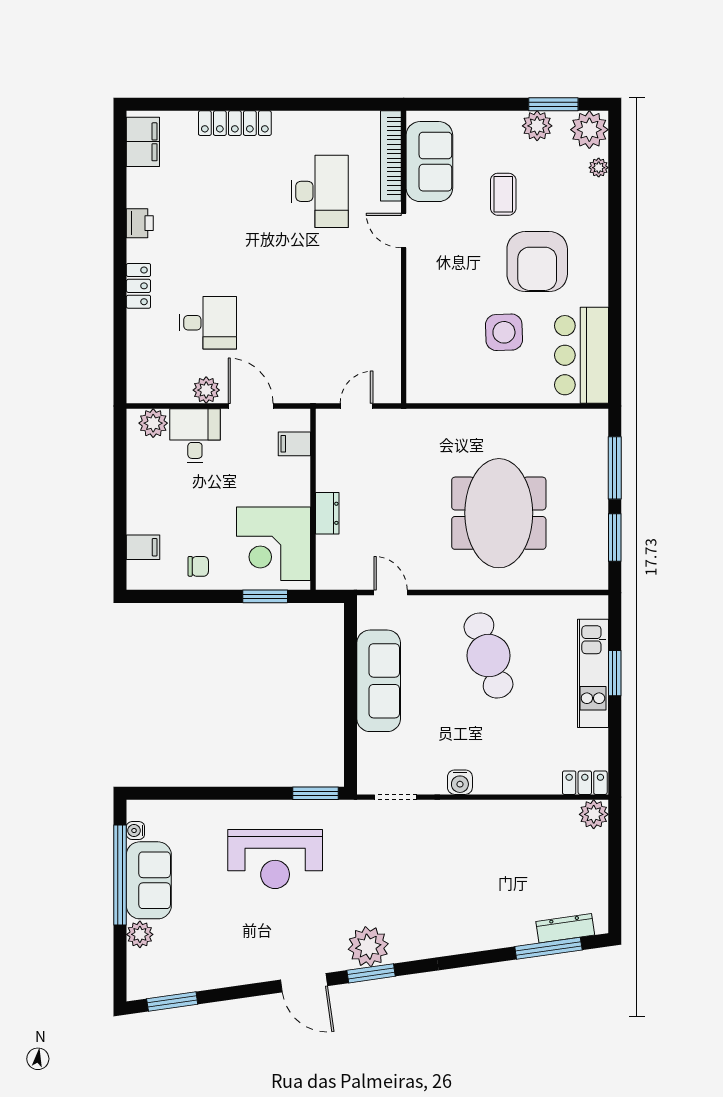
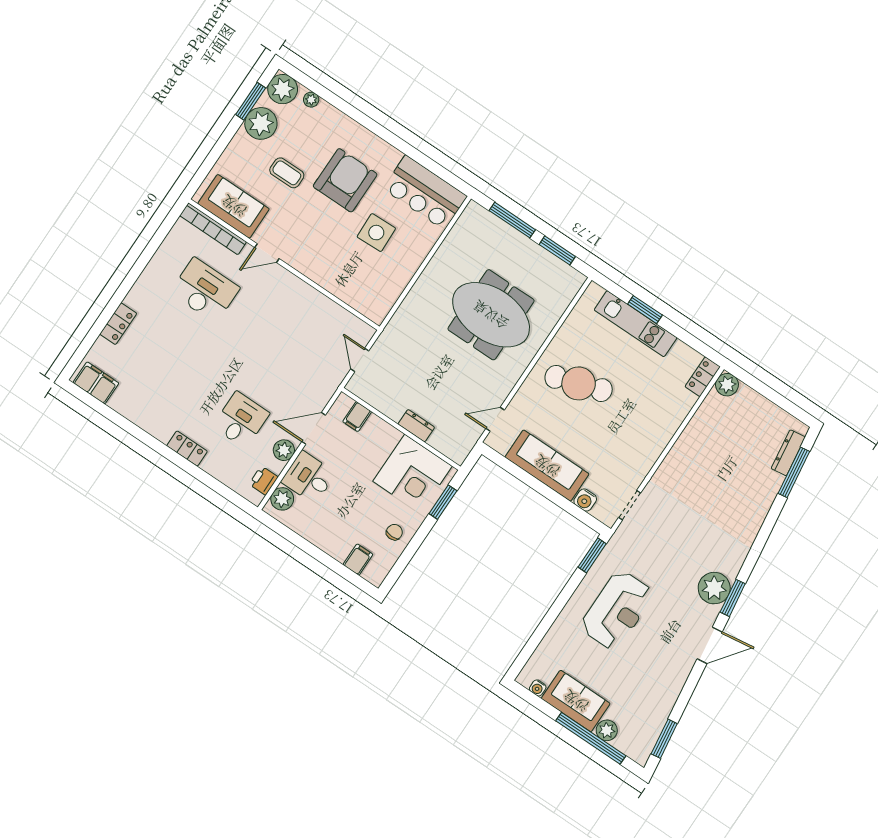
locker: (235, 123) -> (118, 324), width x0.66
plant: (537, 126) -> (261, 123), width x1.36, depth x1.36
printer: (140, 223) -> (263, 481), moved, turned -90
armchair: (537, 262) -> (345, 180), turned -90
water cooler: (460, 782) -> (585, 500), moved, turned 90
window: (120, 875) -> (591, 738), moved

